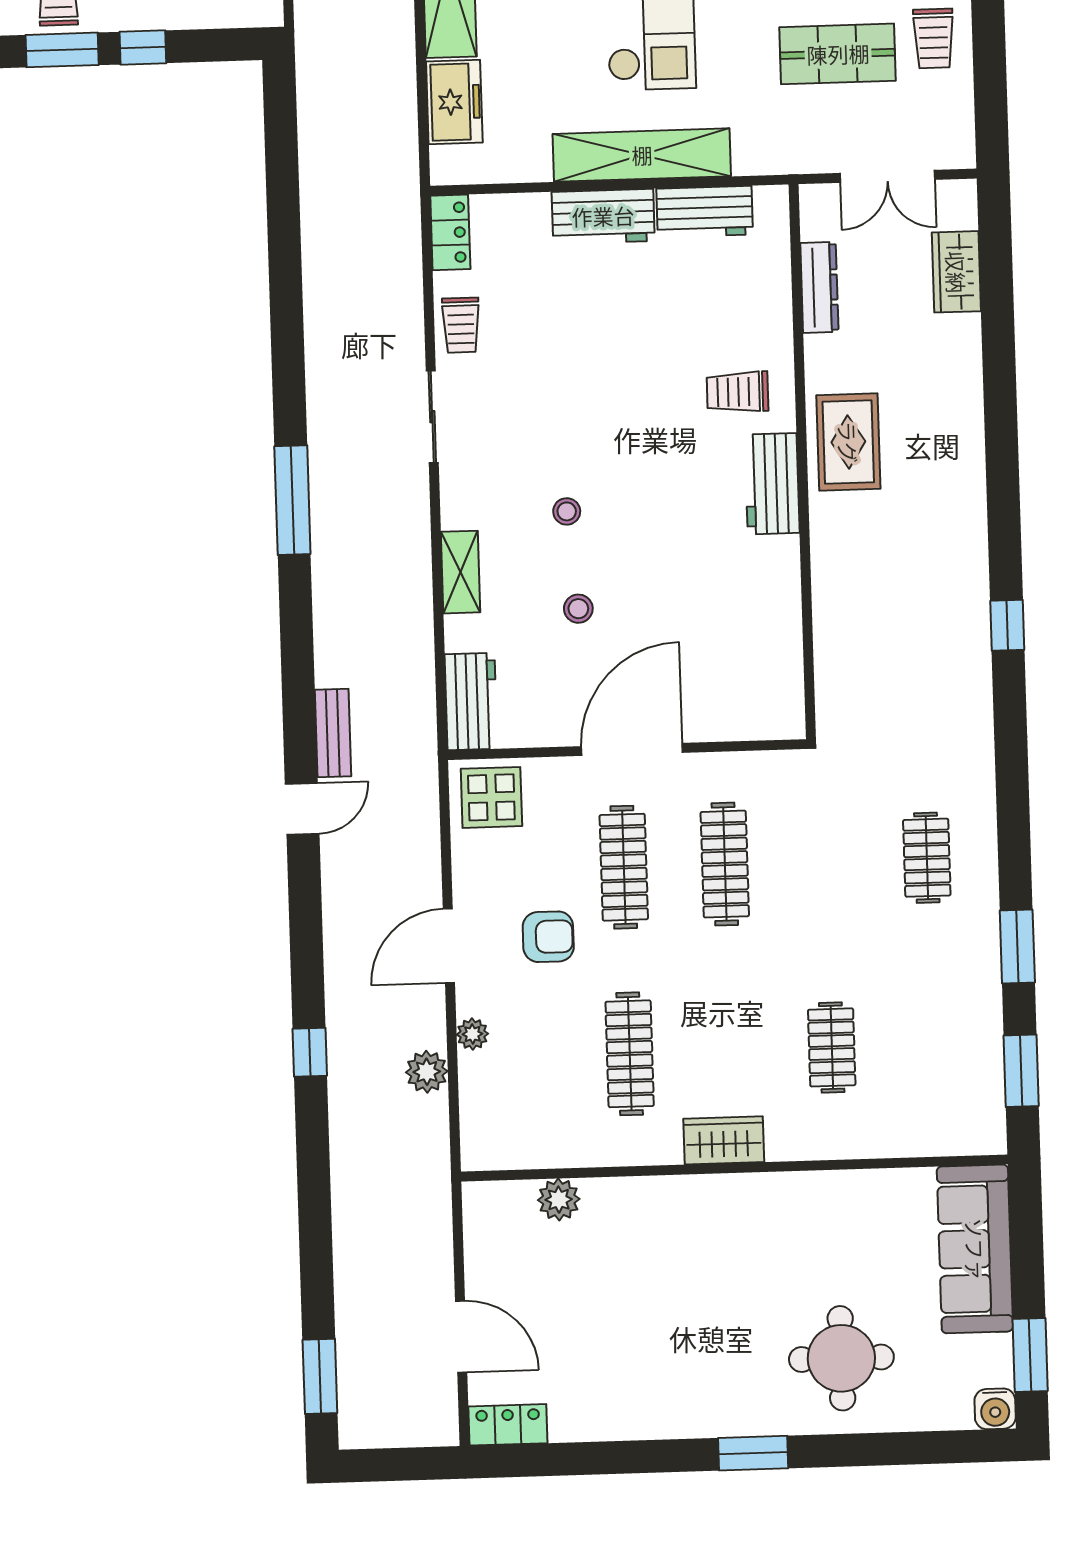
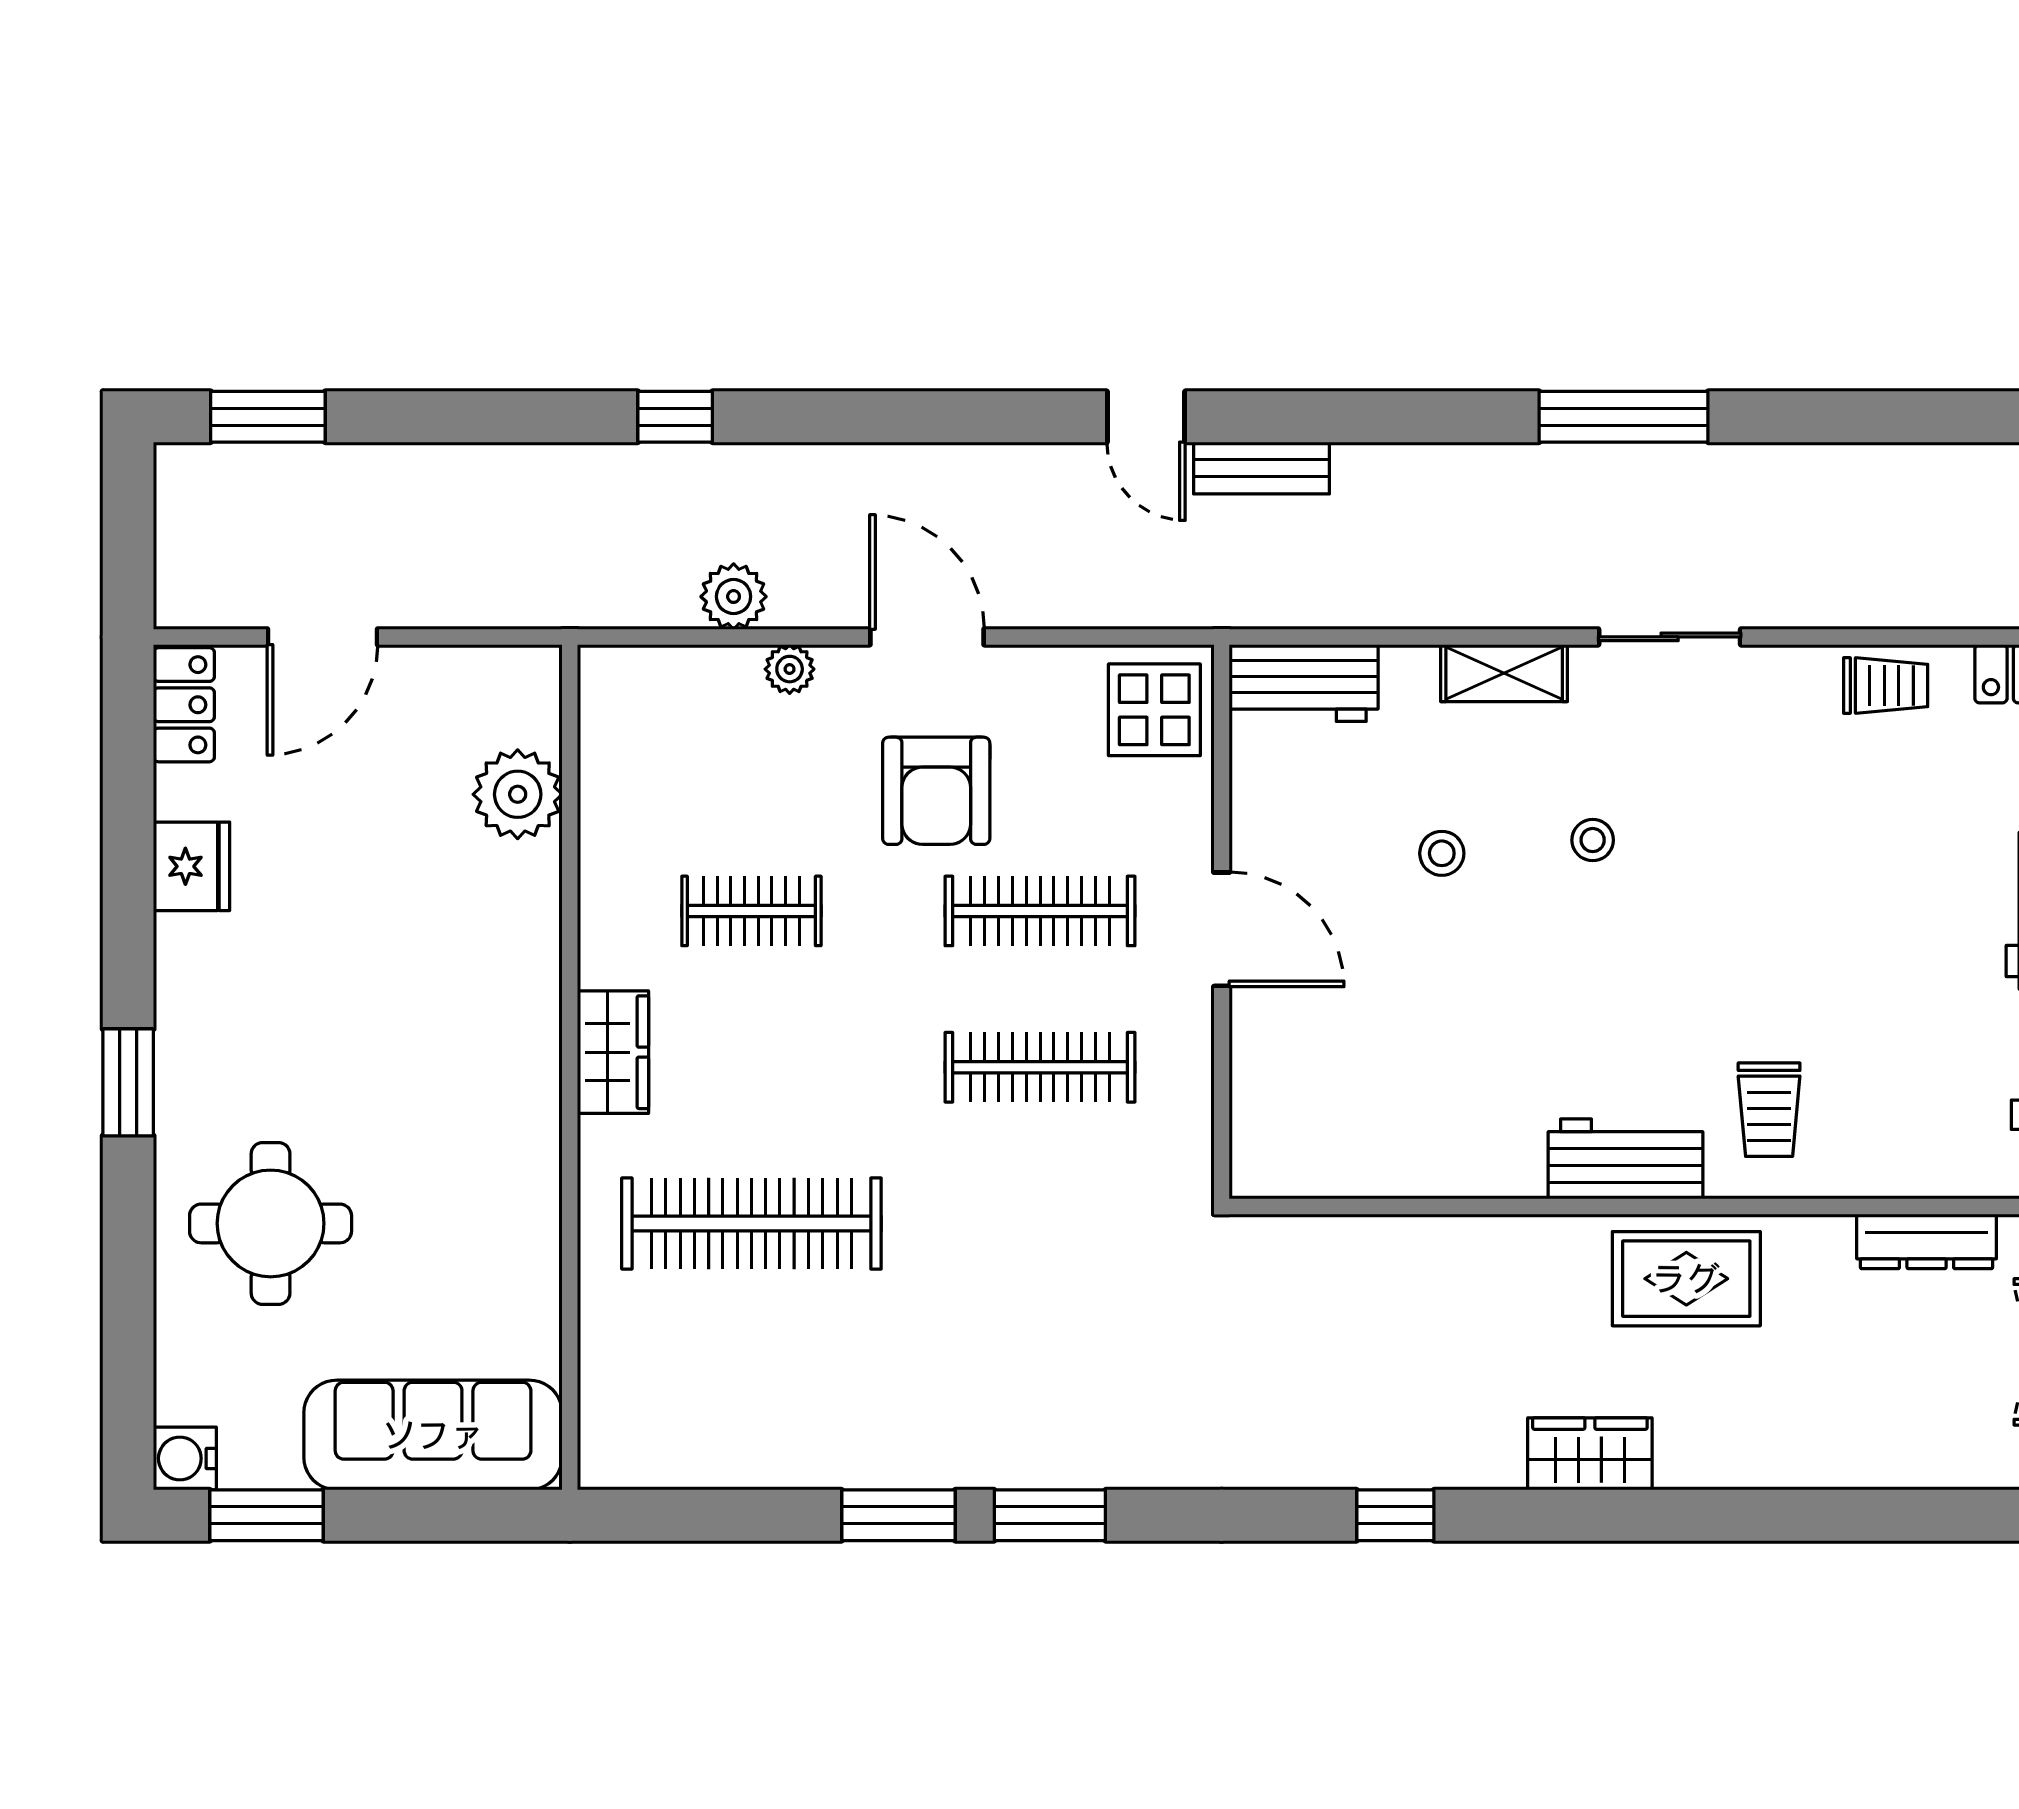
wardrobe: (956, 272) -> (1590, 1454), moved
trolley: (461, 325) -> (1886, 686), turned 180
trolley: (737, 392) -> (1769, 1110), turned 180
sliding door: (432, 417) -> (1670, 637), moved
door: (632, 749) -> (1222, 929), width x0.73
clothes rail: (927, 858) -> (1040, 1380), removed
armchair: (548, 937) -> (936, 791), width x1.38, depth x1.38
clothes rail: (832, 1047) -> (751, 1223), width x1.86, depth x1.31
window: (310, 1052) -> (675, 417), moved
clothes rail: (630, 1054) -> (751, 911), width x0.73
window: (1021, 1071) -> (1050, 1515), moved
plant: (559, 1200) -> (518, 794), width x1.36, depth x1.36
fridge: (612, 1417) -> (192, 866), added

